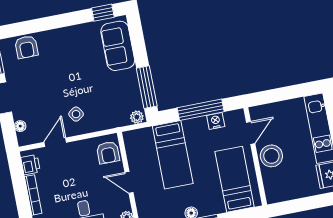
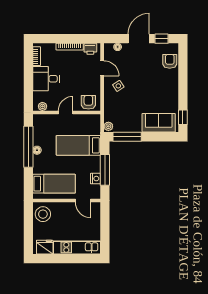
armchair: (26, 47) -> (170, 61), turned 90
armchair: (108, 153) -> (88, 102), turned 90
stool: (271, 156) -> (43, 214), moved

